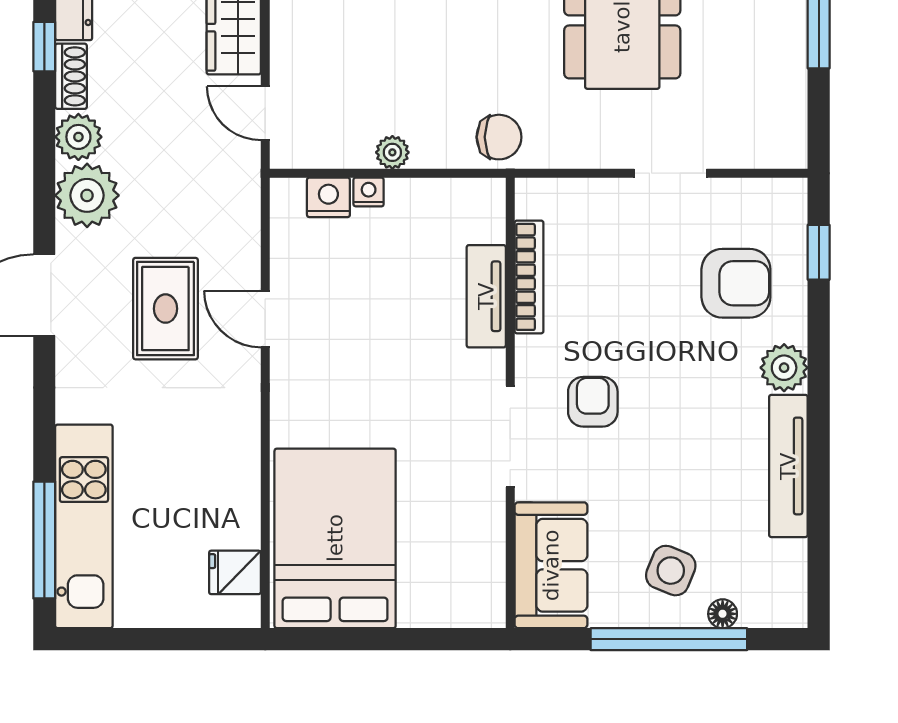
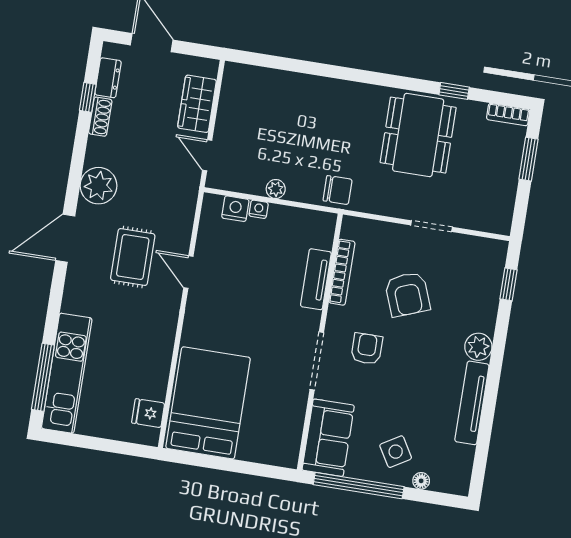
plant: (78, 137) -> (99, 152), removed
armchair: (736, 283) -> (407, 294), moved, turned 69
side table: (671, 571) -> (396, 452), turned 37
window: (669, 639) -> (359, 486), moved

